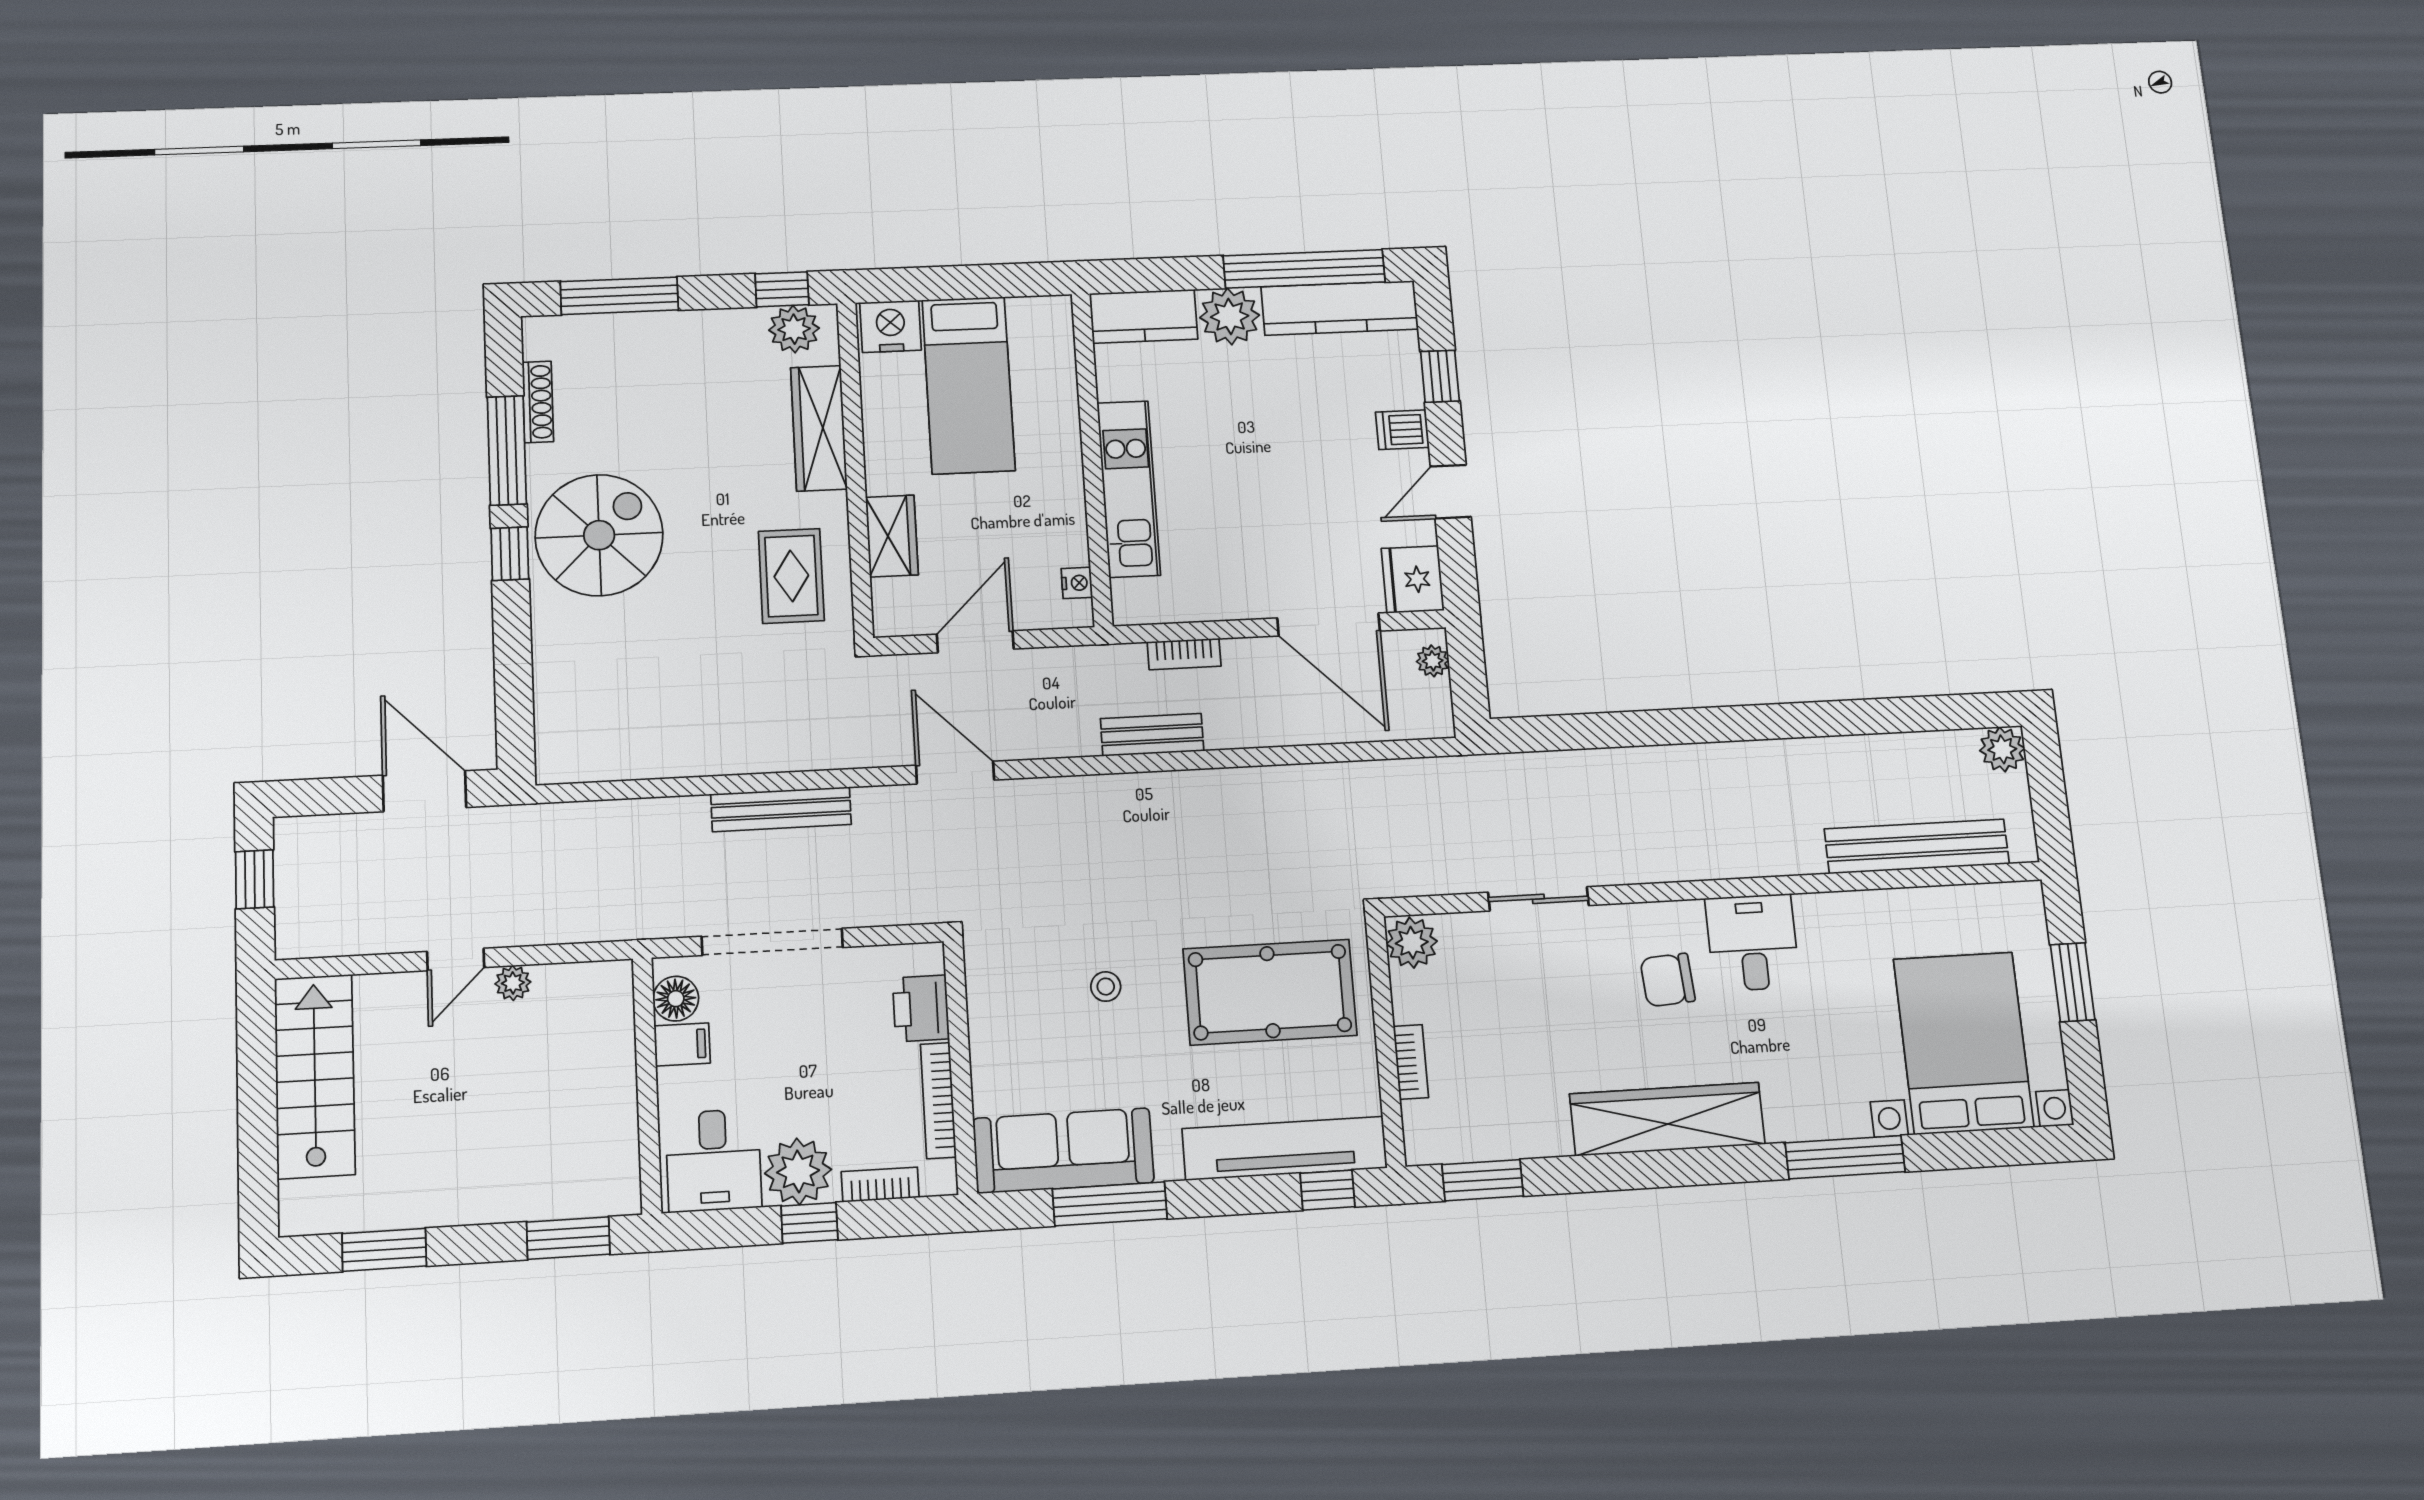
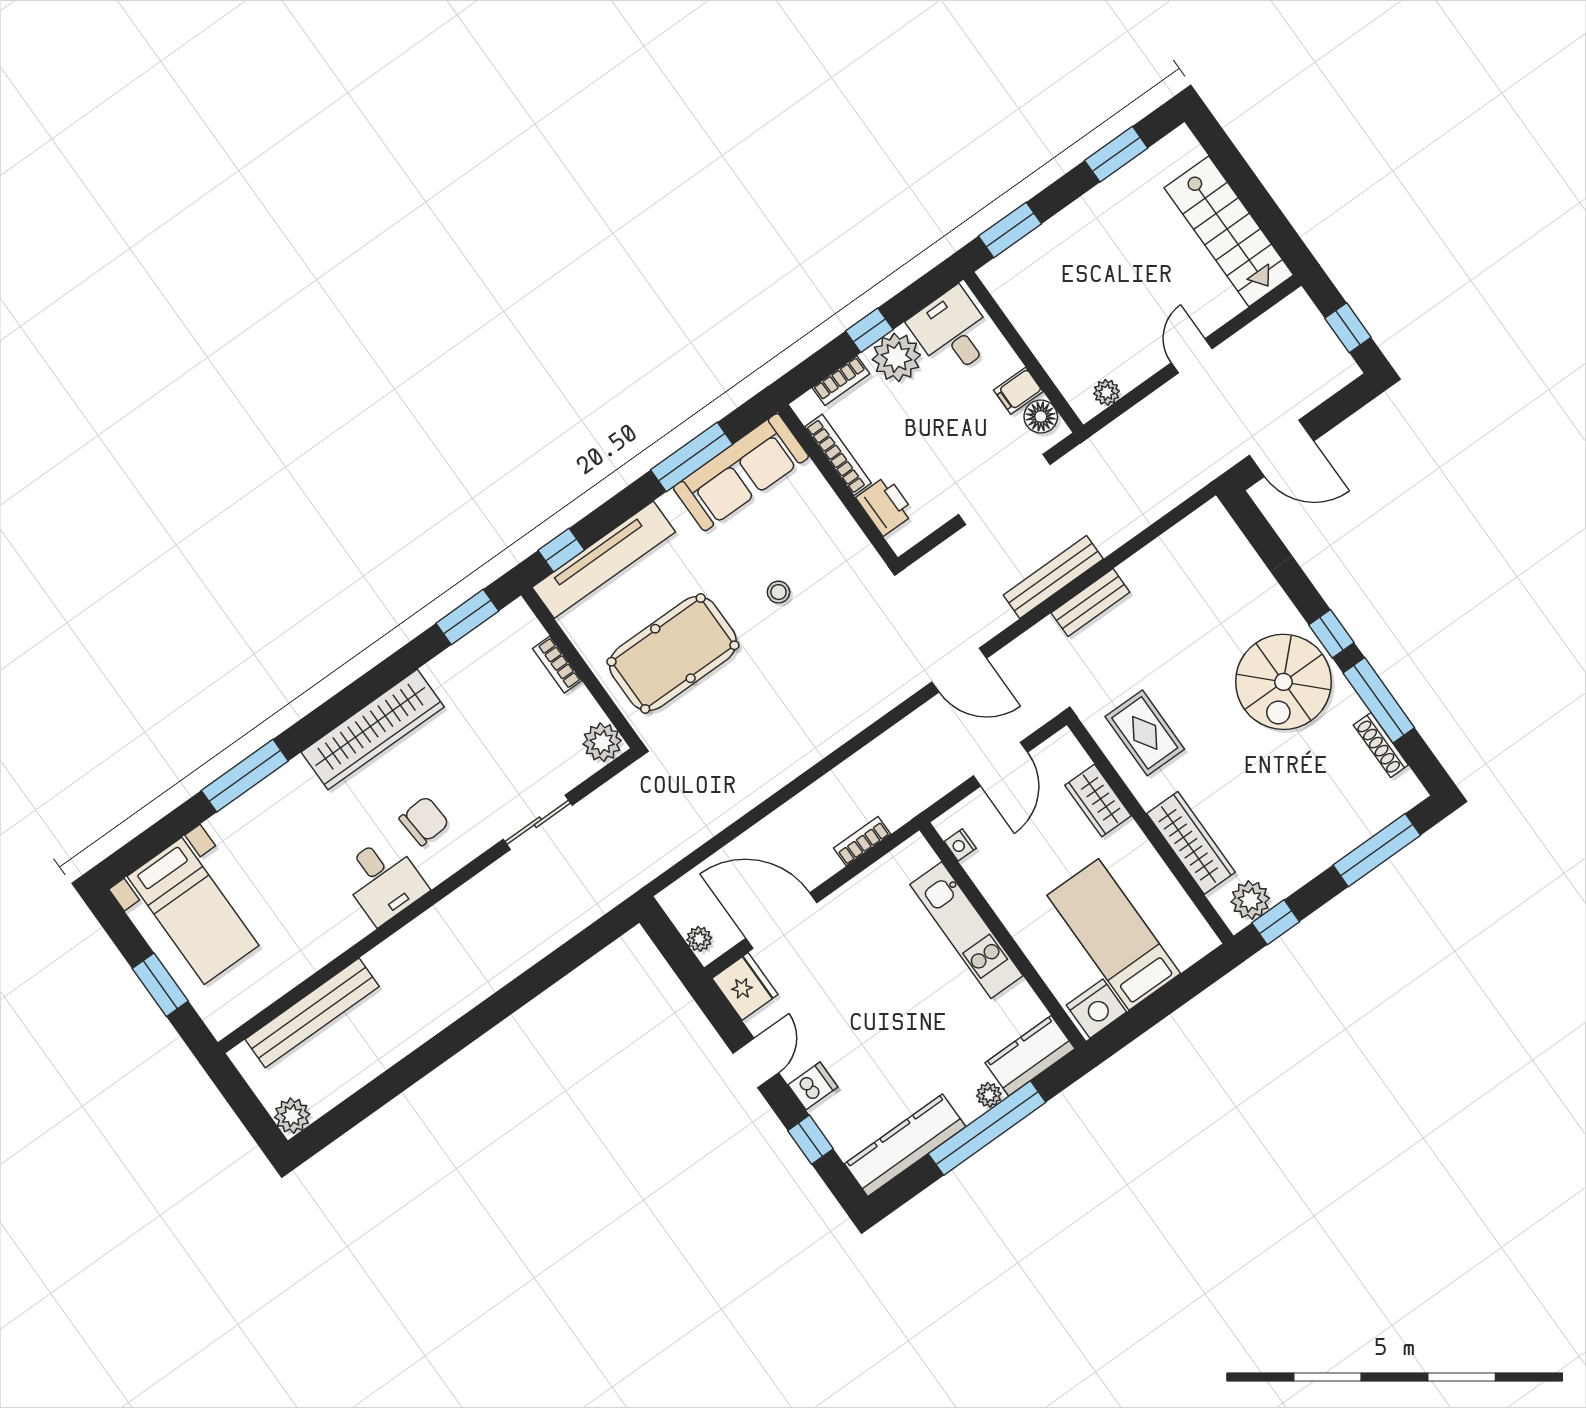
window: (1304, 269) -> (987, 1128), moved
plant: (1230, 316) -> (989, 1095), width x0.53, depth x0.53
nightstand: (891, 326) -> (1096, 1009), moved
bench: (1152, 735) -> (1090, 603), moved
plant: (513, 983) -> (1107, 392), moved
bed with nightstands: (1963, 1043) -> (193, 911), width x0.73

